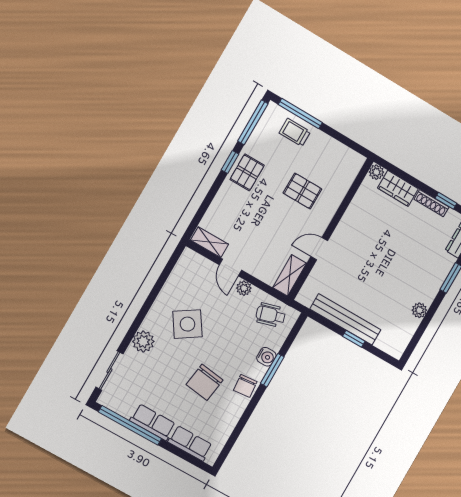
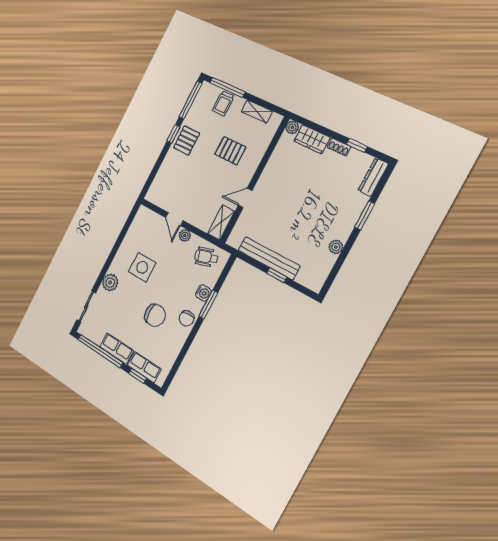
trolley: (295, 132) -> (223, 103), turned -90
shoe rack: (431, 203) -> (339, 147), width x0.70
shelving: (210, 242) -> (257, 111), moved
side table: (187, 324) -> (142, 267), turned 33
chair: (205, 382) -> (155, 315), turned -98
window: (181, 454) -> (138, 376), added

